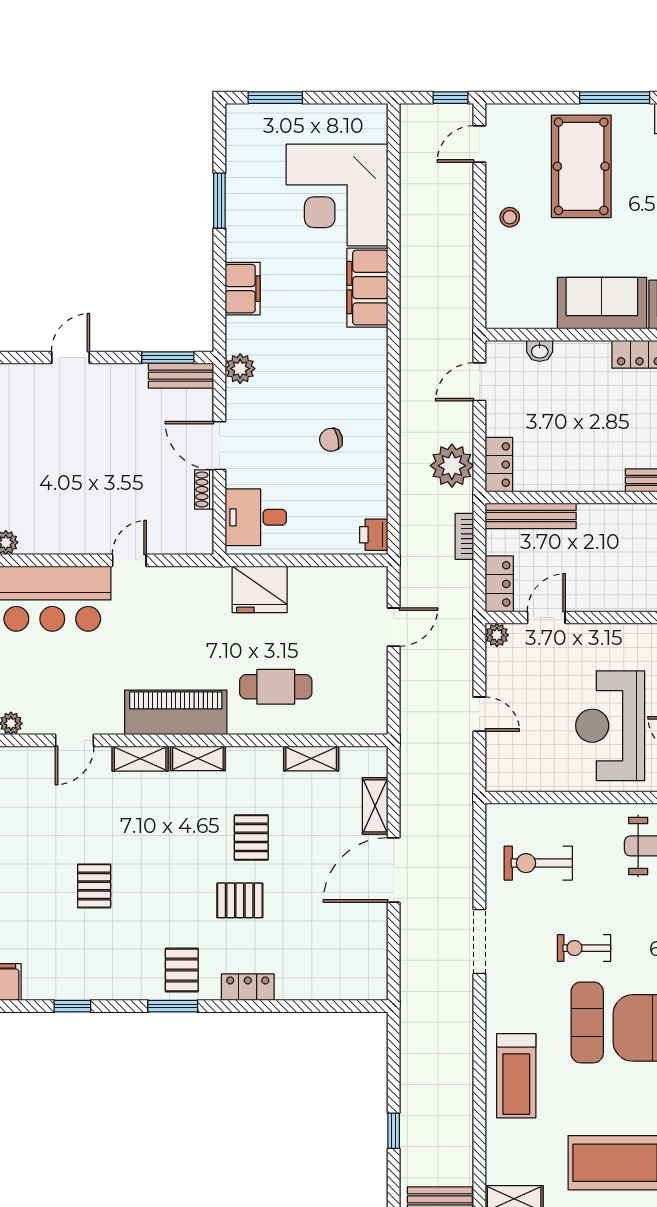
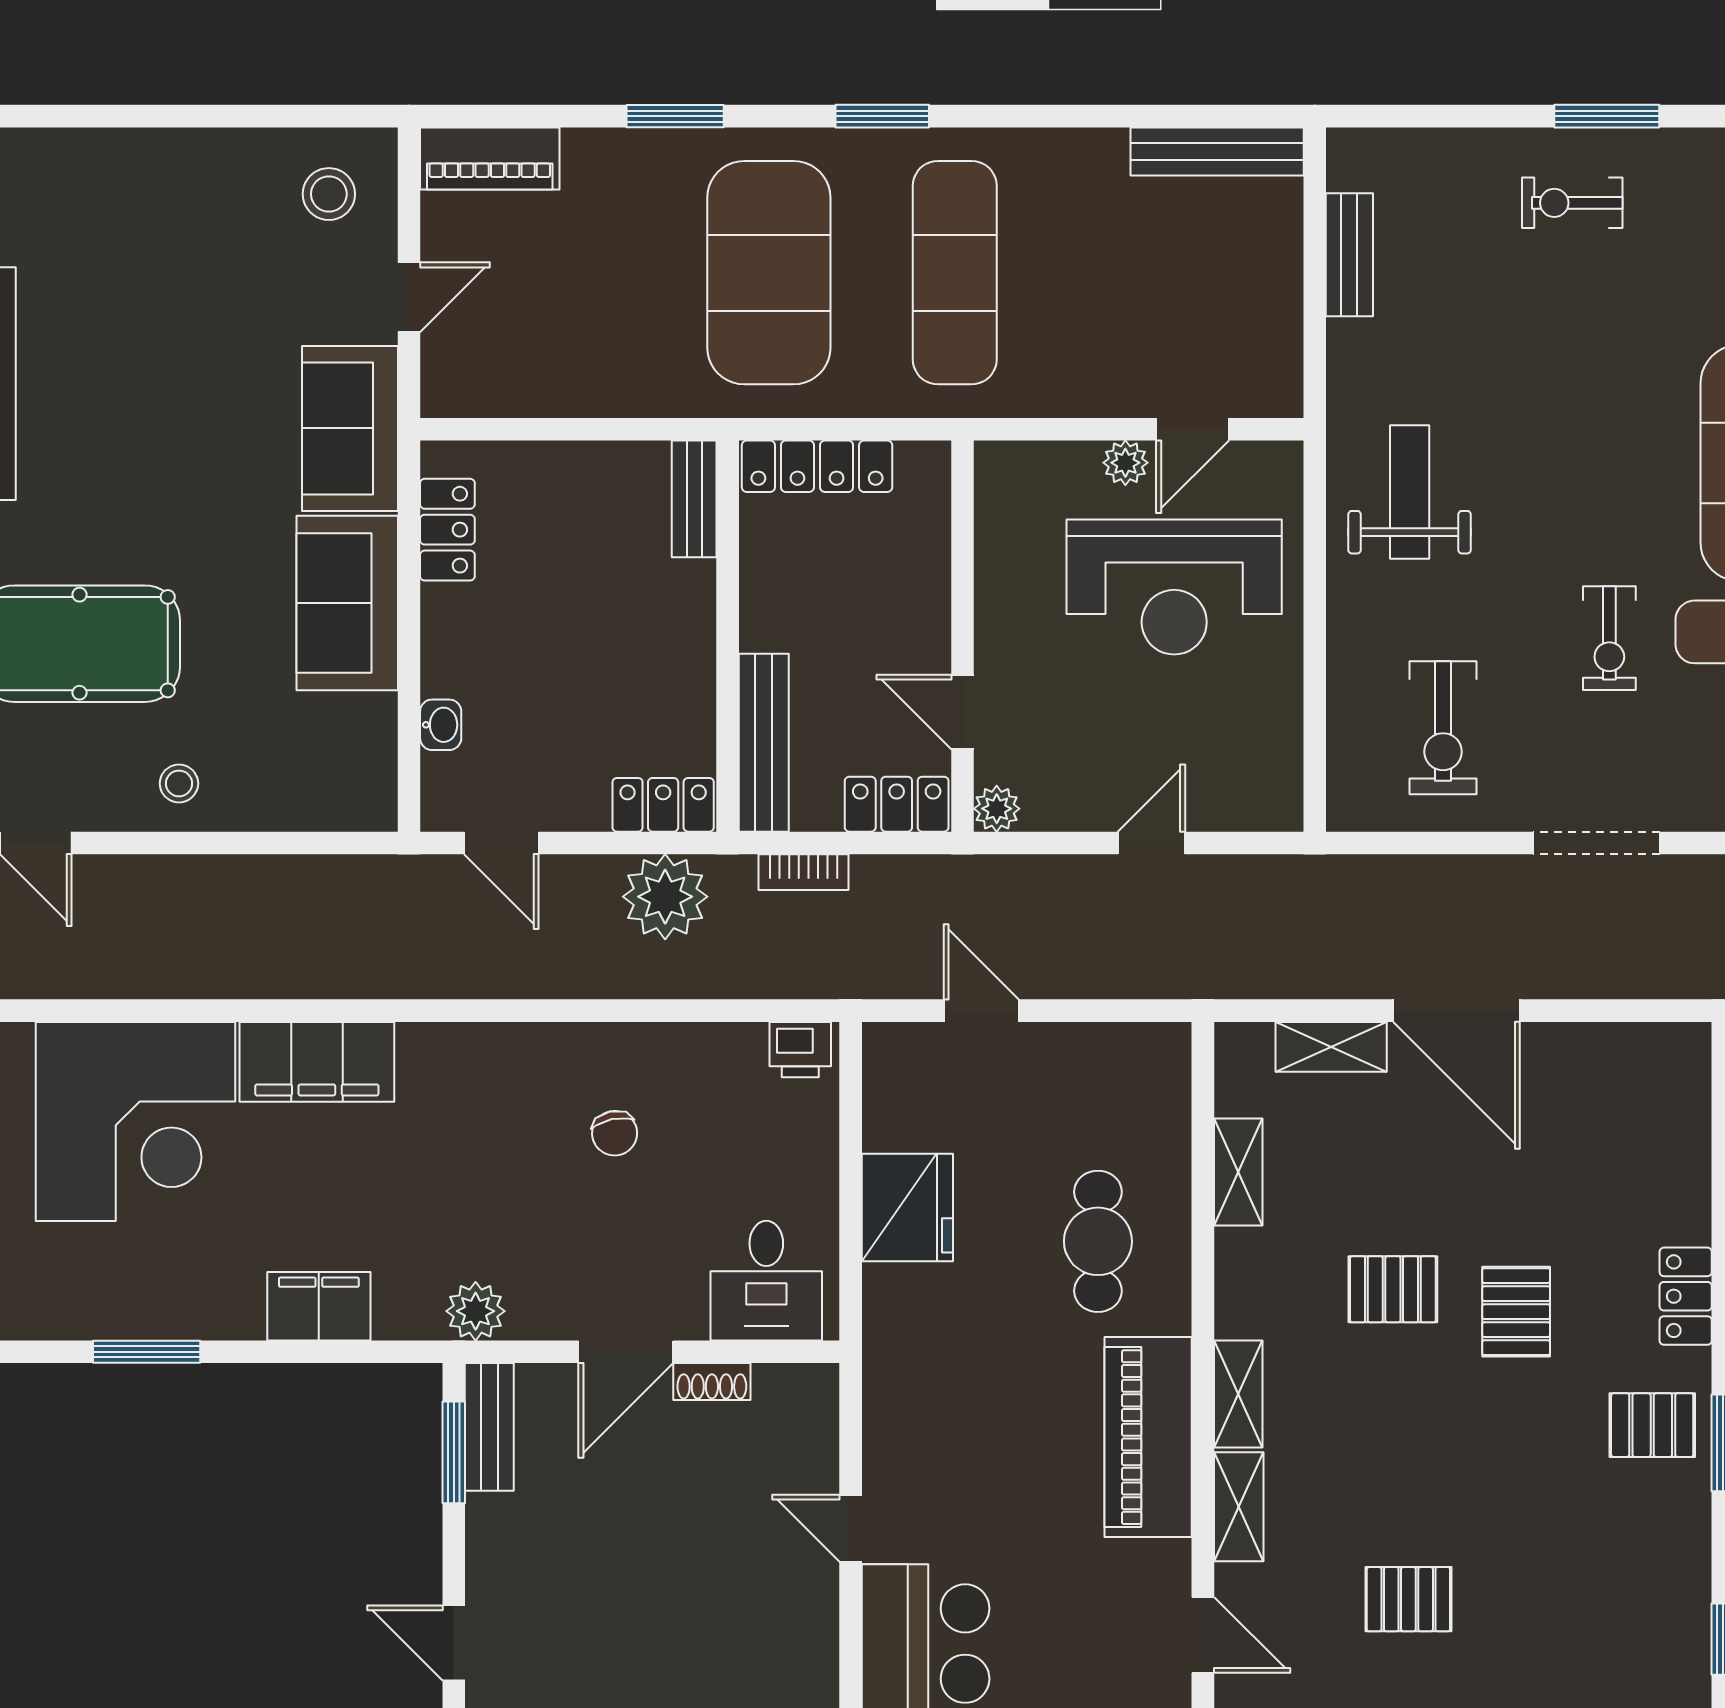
fridge: (260, 589) -> (907, 1207), moved
pallet: (94, 886) -> (1408, 1599), moved

